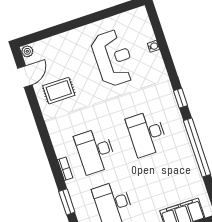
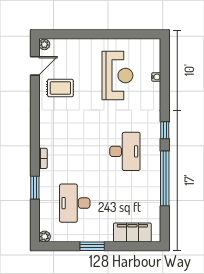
desk: (147, 134) -> (125, 151), turned 180
desk: (95, 151) -> (75, 151), removed

